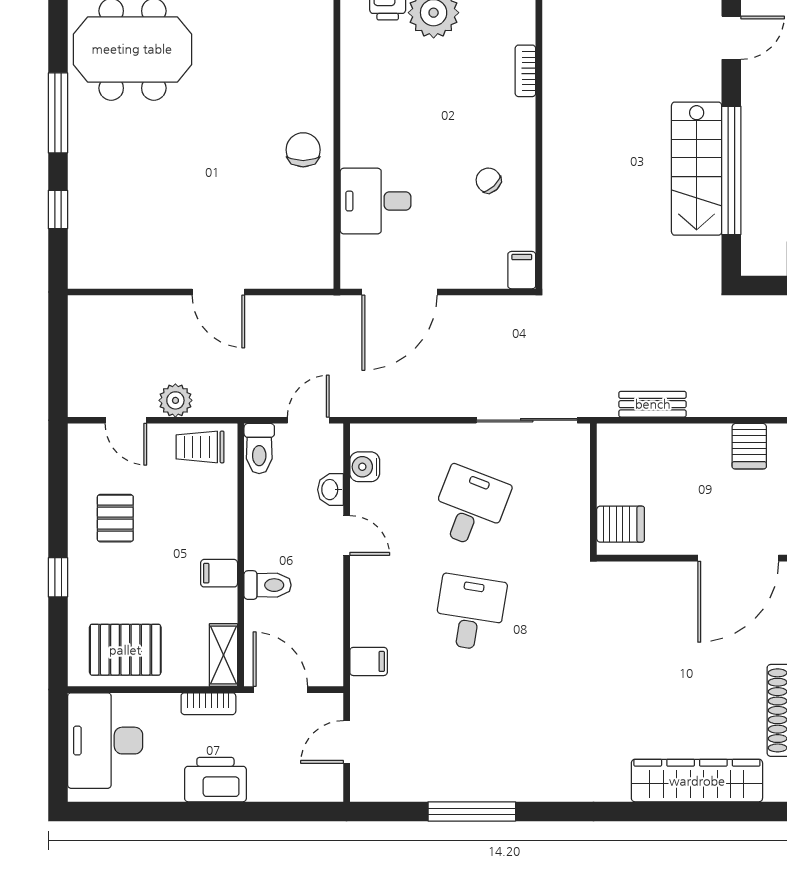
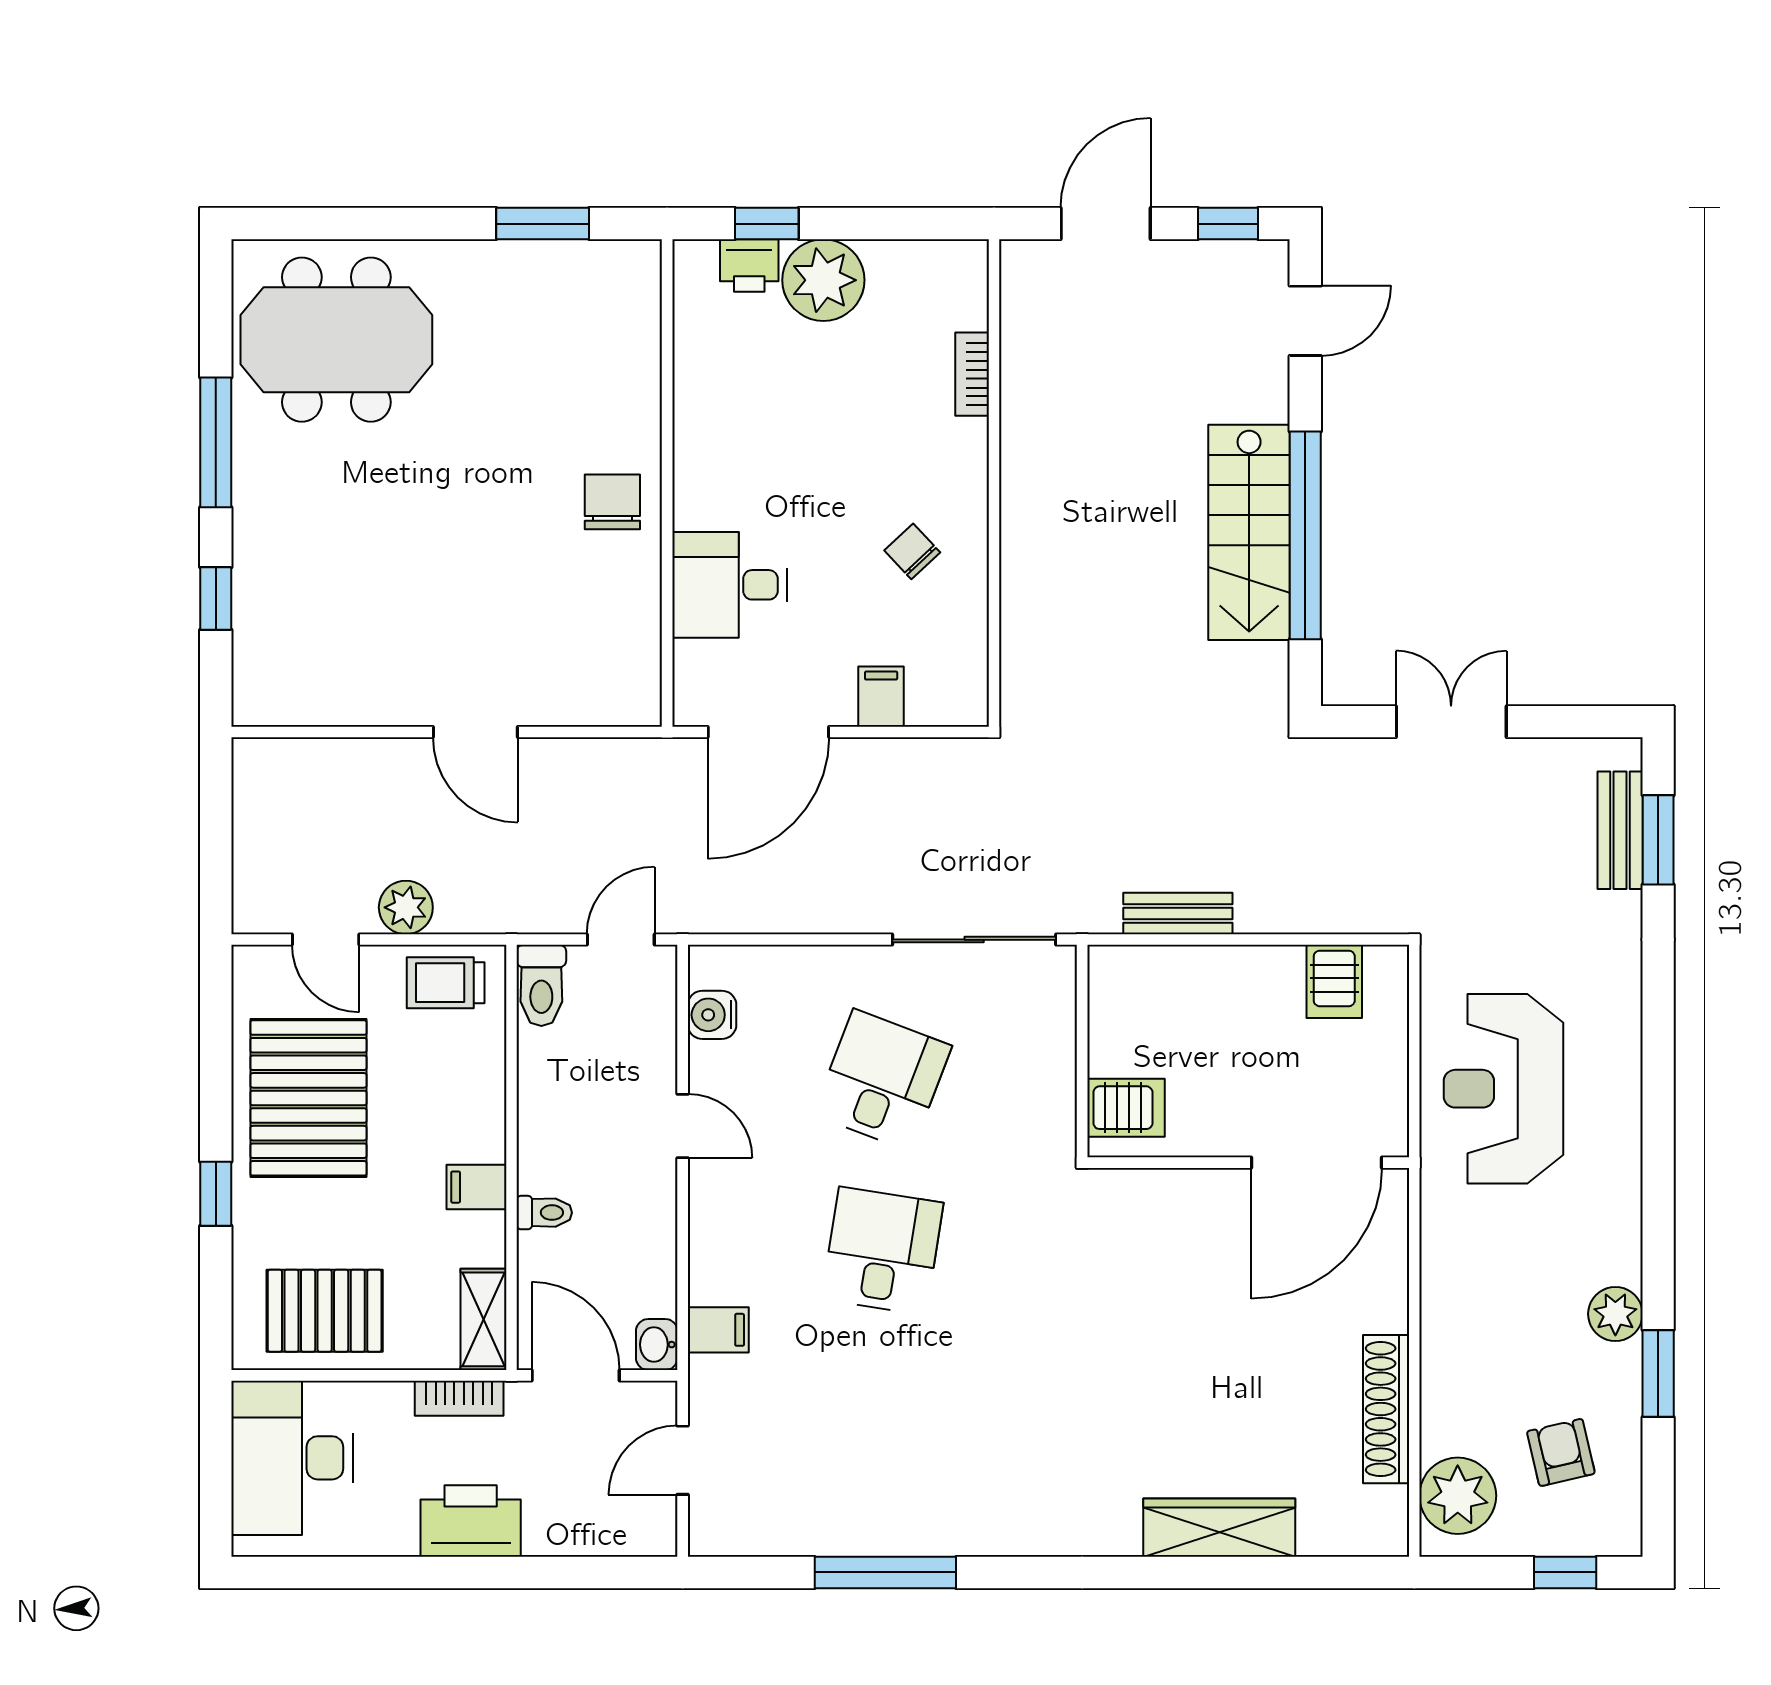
filing cabinet: (522, 270) -> (881, 697), moved
washbasin: (331, 490) -> (657, 1345), moved
pallet: (115, 518) -> (308, 1098), width x2.05, depth x2.00
toilet: (268, 585) -> (544, 1213), width x0.73, depth x0.72
wardrobe: (697, 781) -> (1219, 1528), width x0.71, depth x0.85

